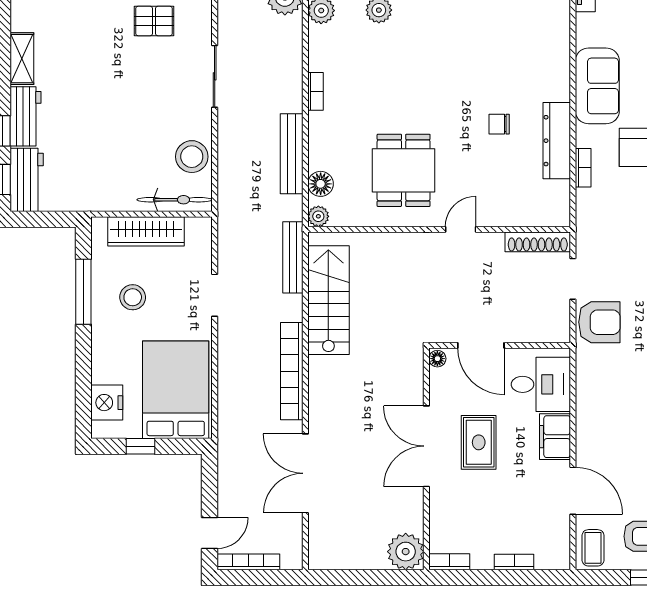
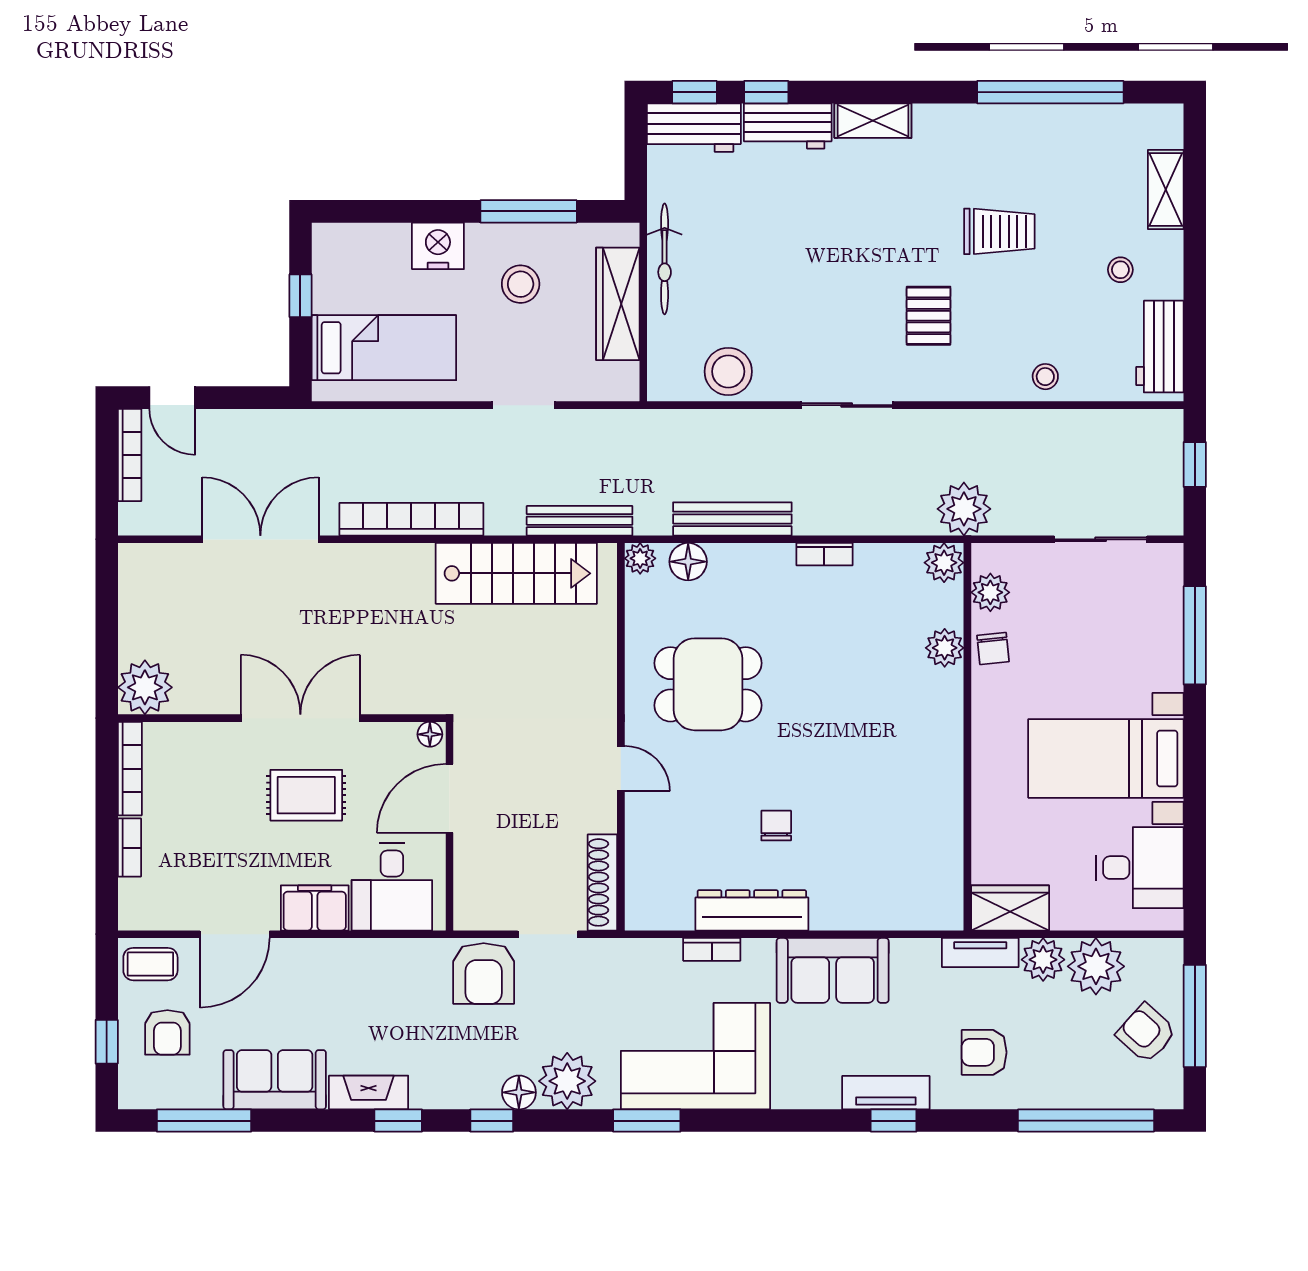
bicycle: (174, 200) -> (665, 259), moved
bed: (176, 390) -> (384, 348), width x0.67
nightstand: (107, 403) -> (438, 246), moved
bookcase: (449, 562) -> (130, 769), width x1.56

